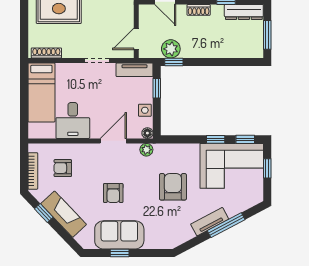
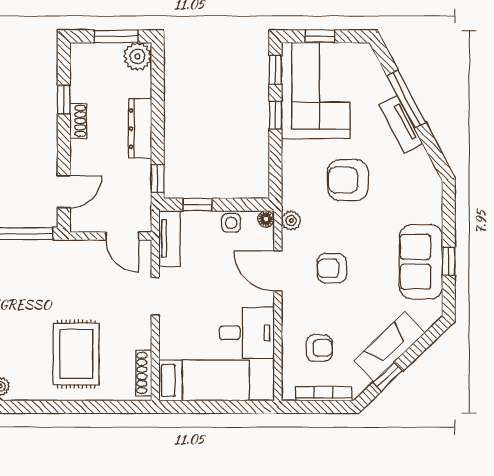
shoe rack: (199, 10) -> (78, 121), moved
dresser: (244, 12) -> (140, 129), moved, turned 180
plant: (171, 49) -> (138, 56), moved
armchair: (63, 168) -> (319, 348), turned -90
armchair: (113, 193) -> (332, 268), moved, turned 180

